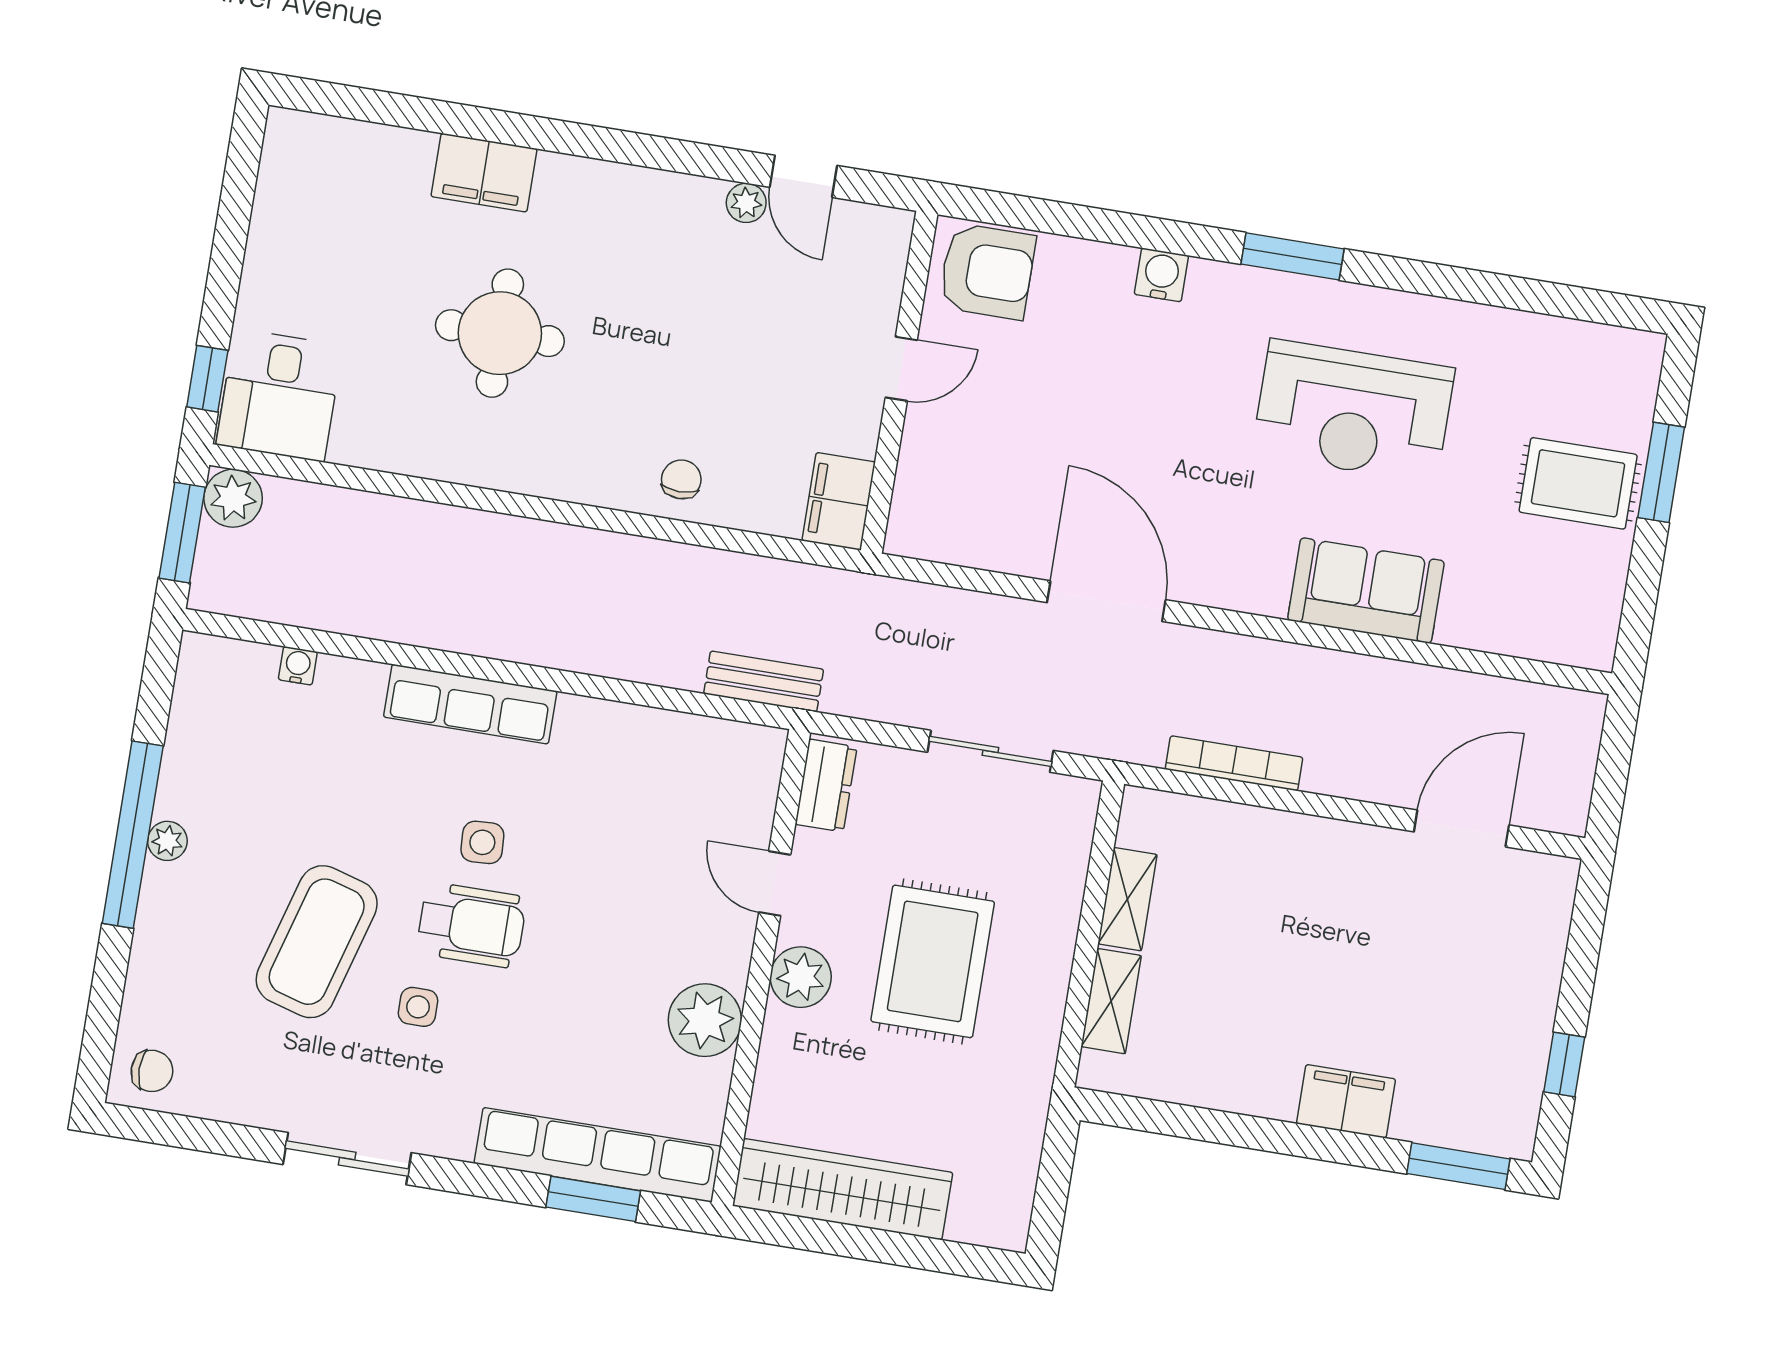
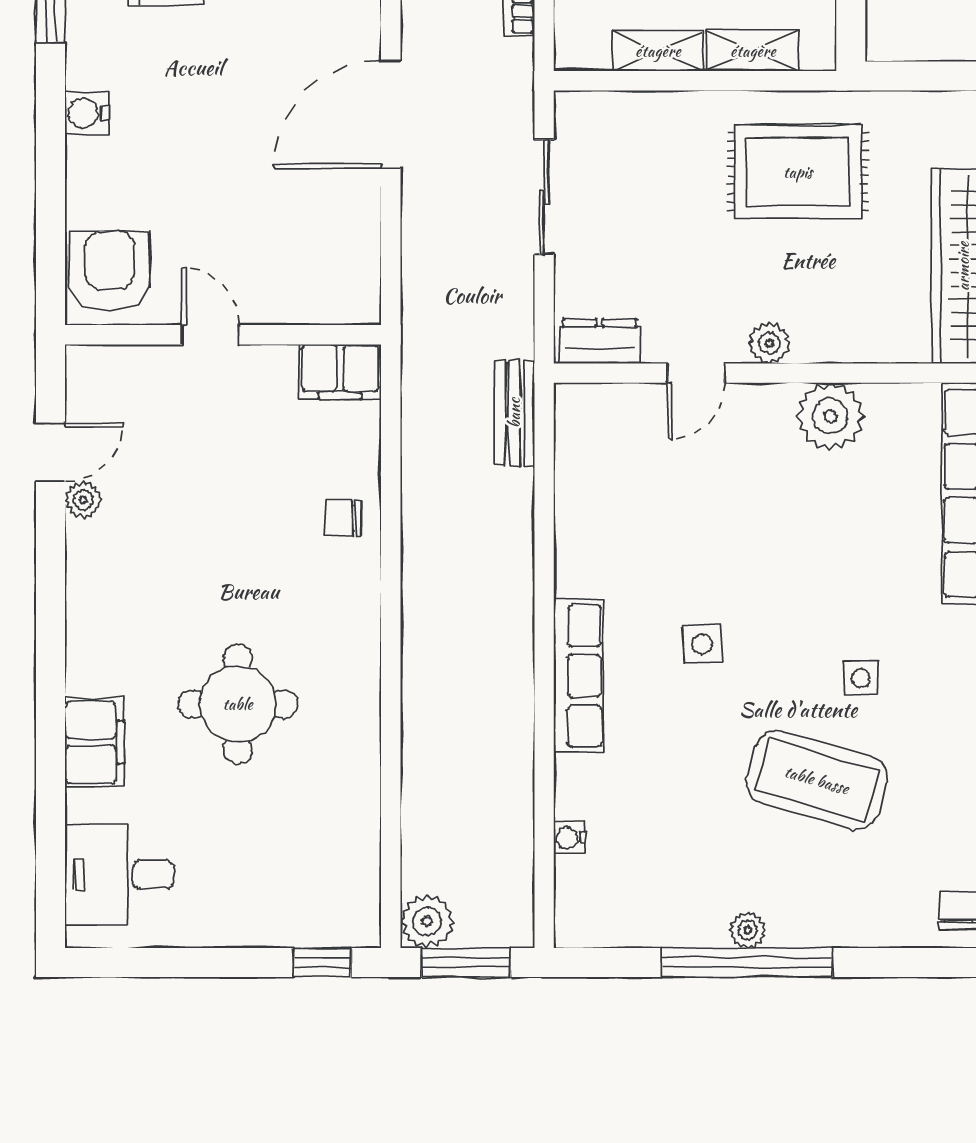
desk: (279, 395) -> (119, 875), moved, turned 180
wheelchair: (471, 925) -> (779, 642), removed
rug: (933, 961) -> (798, 172), moved
plant: (801, 977) -> (769, 343), width x0.73, depth x0.73

